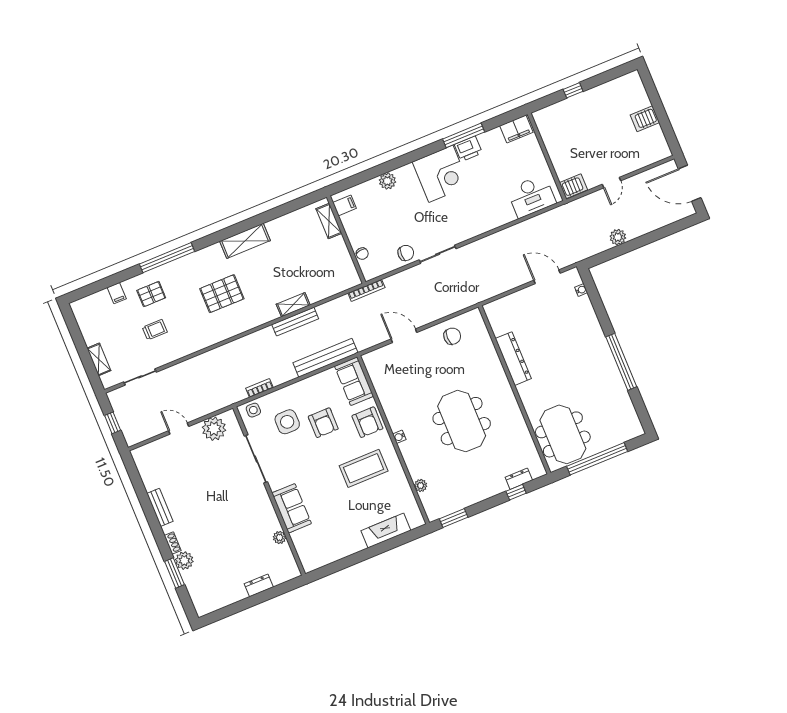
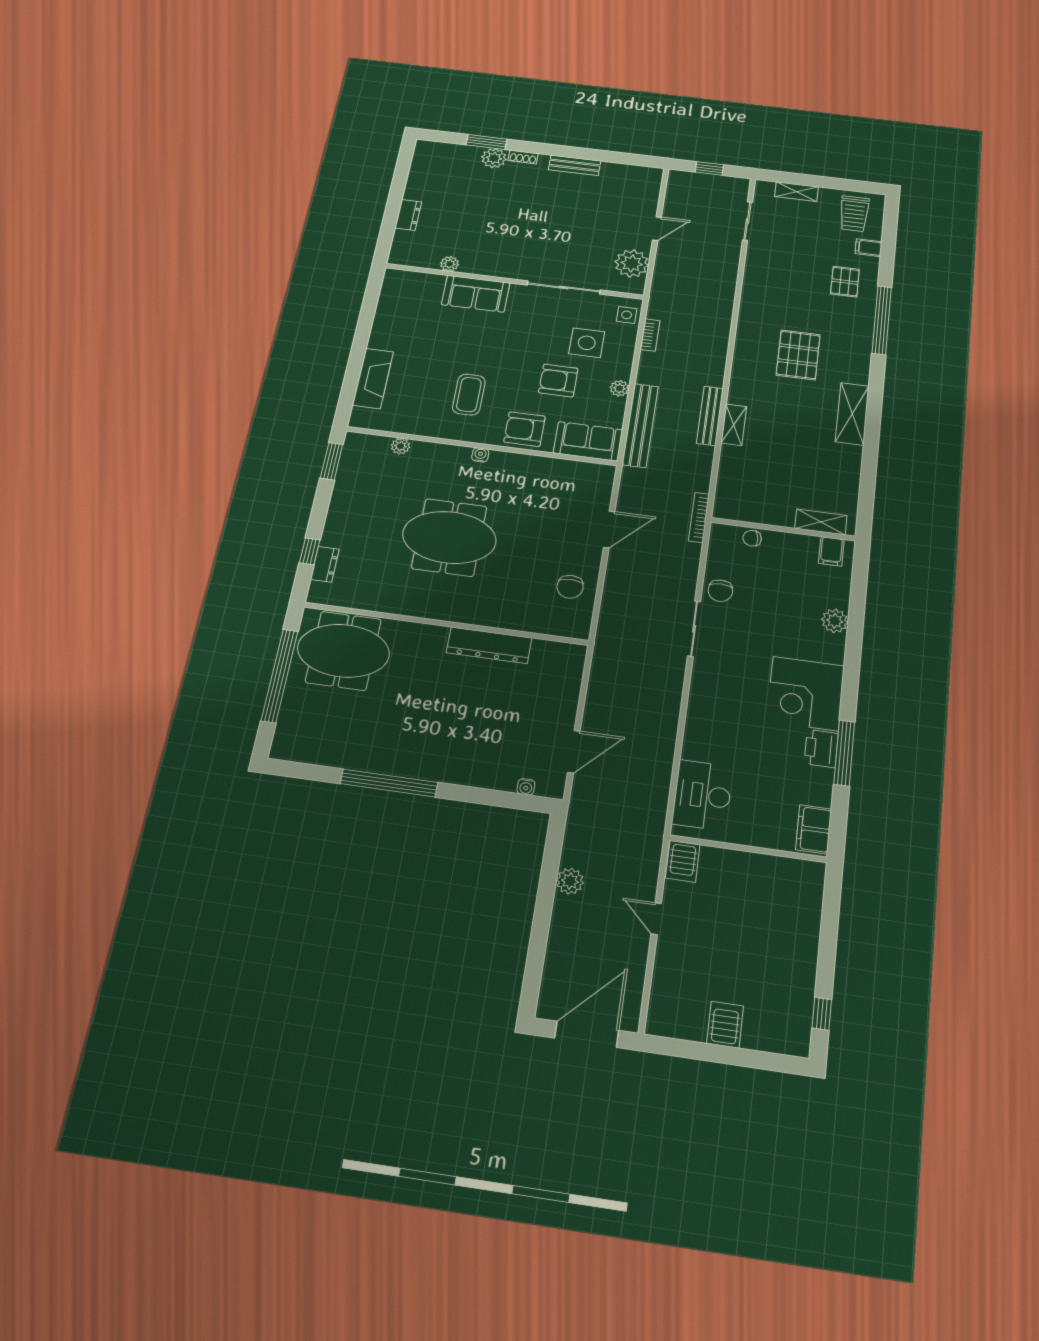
window: (573, 90) -> (822, 1014), moved
trolley: (155, 330) -> (854, 214), moved, width x1.36, depth x1.39
plant: (307, 384) -> (619, 388), added
coffee table: (364, 468) -> (469, 395), width x0.73, depth x0.76

